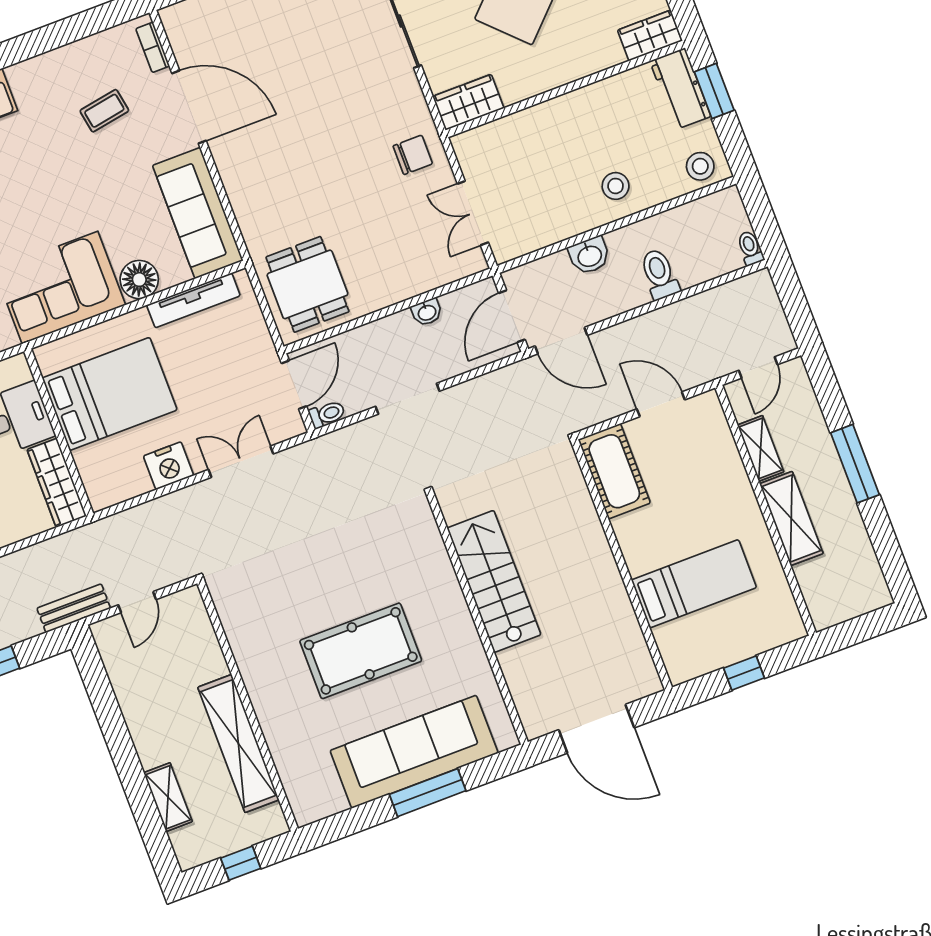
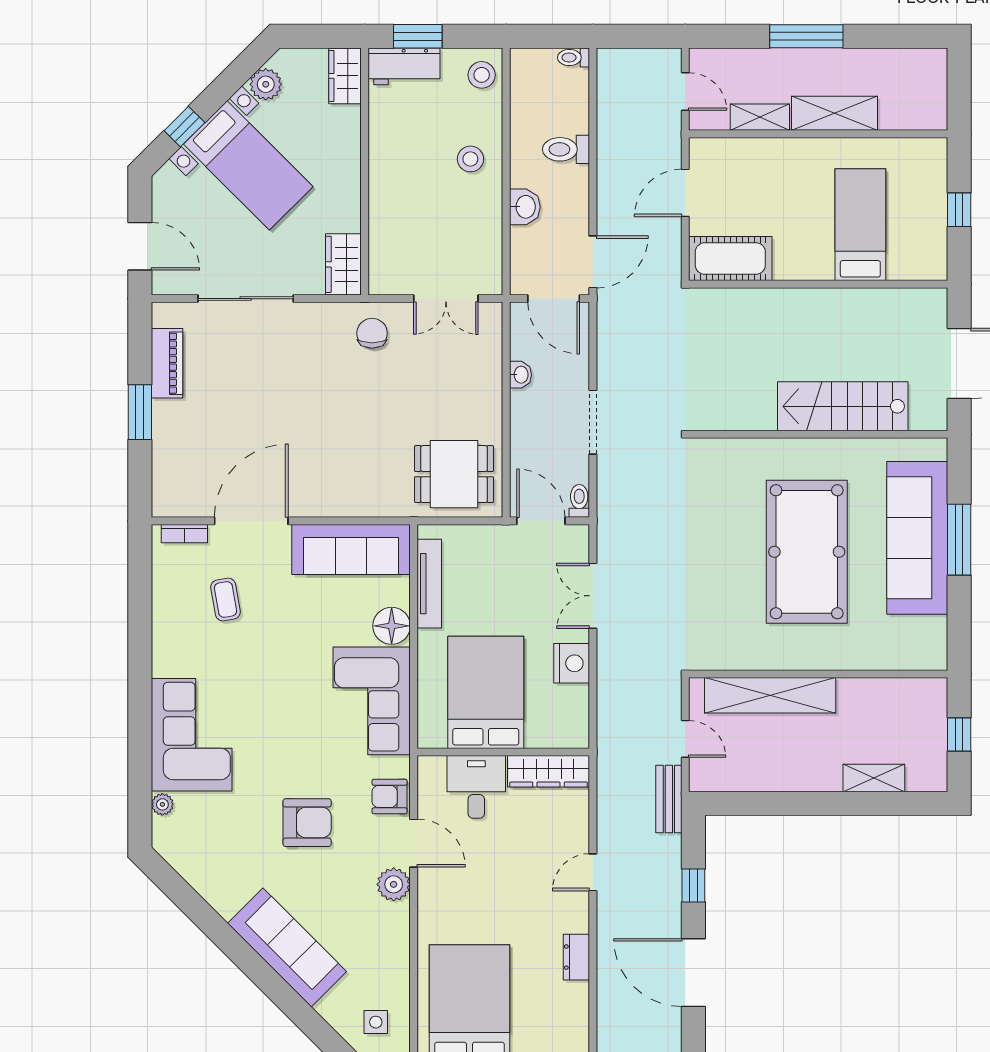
stairs: (494, 581) -> (843, 406), moved
pool table: (361, 651) -> (807, 552), width x1.36, depth x1.32
shelving: (238, 744) -> (770, 695), moved

